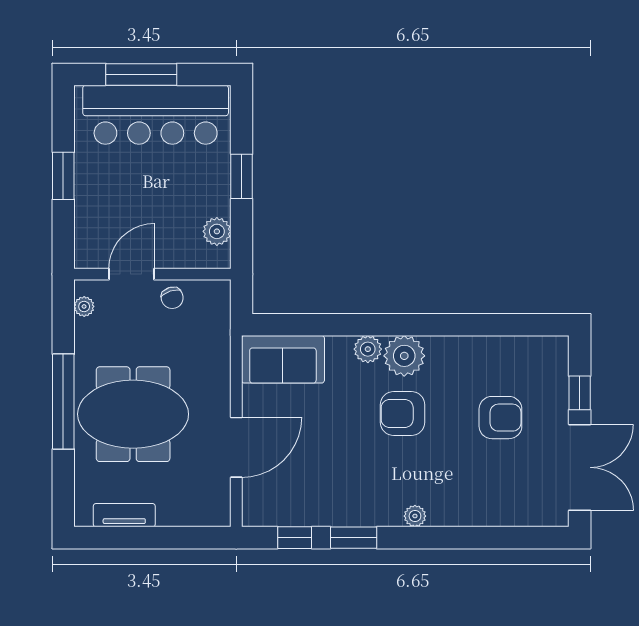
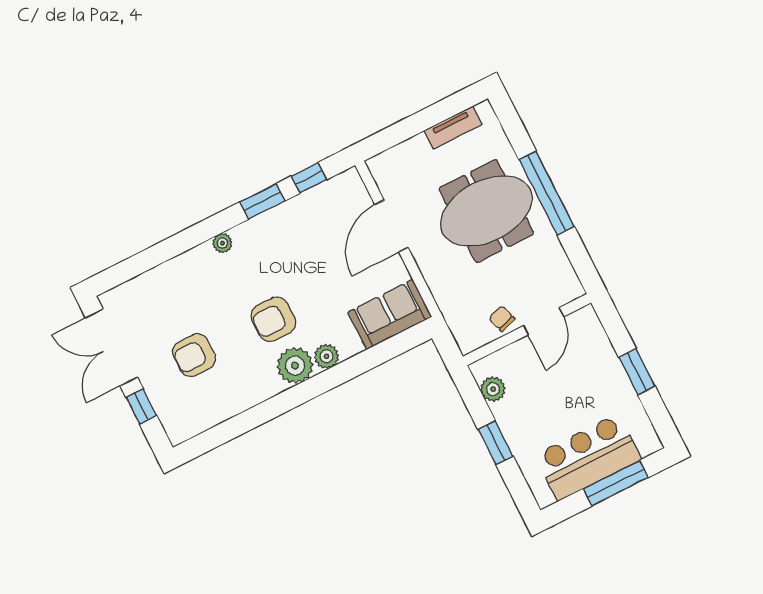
bar counter: (156, 115) -> (588, 457), width x0.73
plant: (84, 306) -> (568, 277), removed
armchair: (402, 414) -> (273, 319), turned 180

